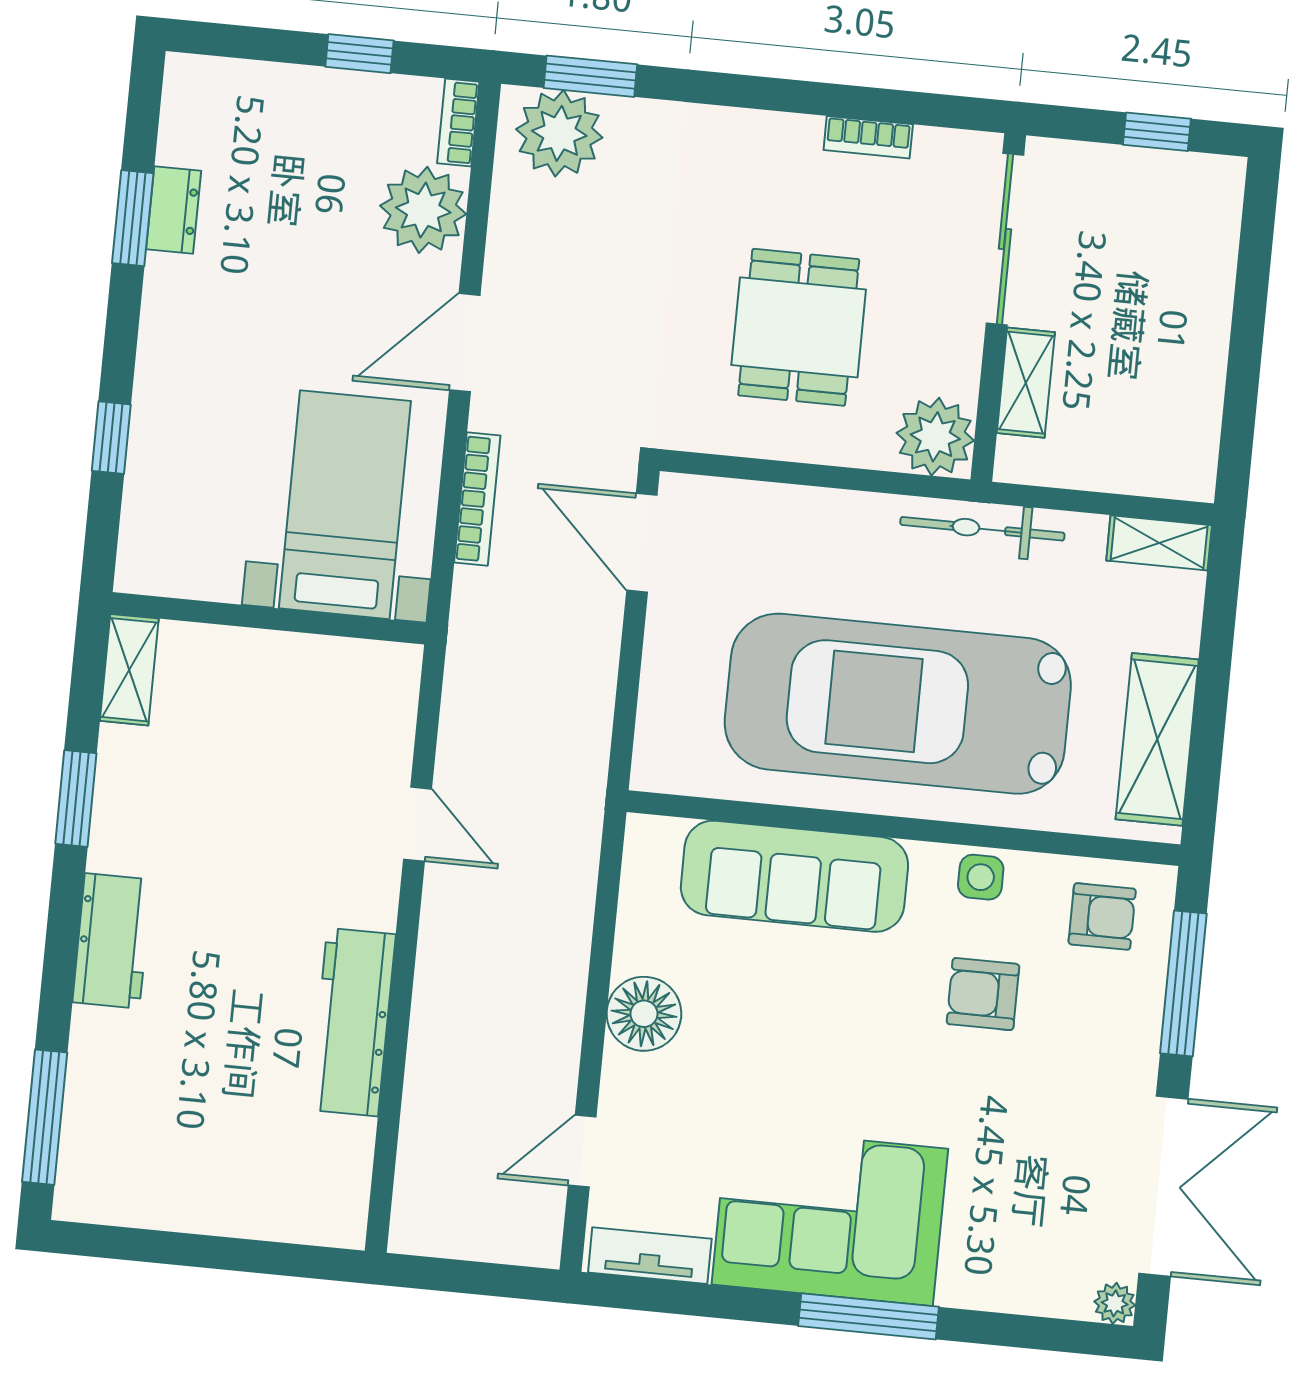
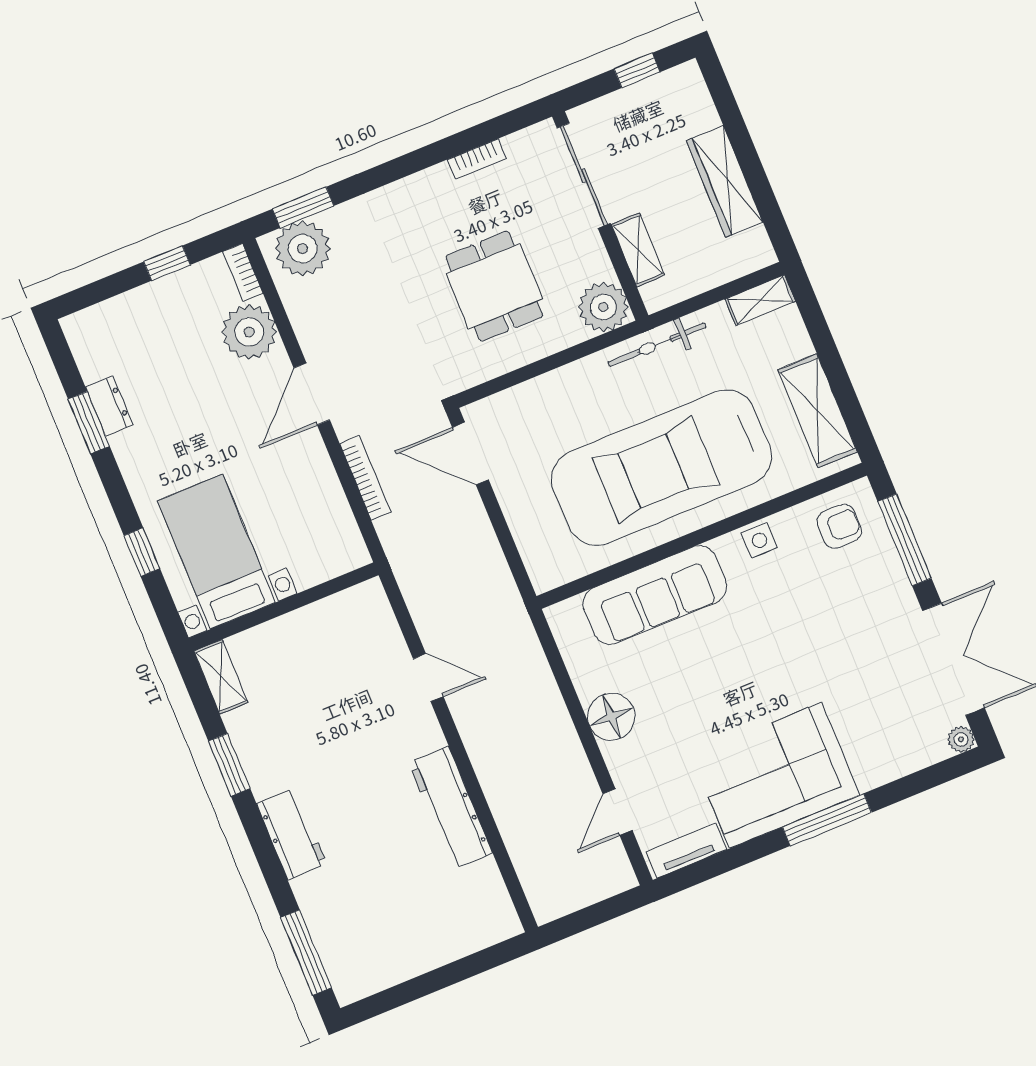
wardrobe: (1197, 351) -> (724, 181), added
bed with nightstands: (345, 505) -> (216, 552), moved
armchair: (983, 994) -> (795, 605), removed

